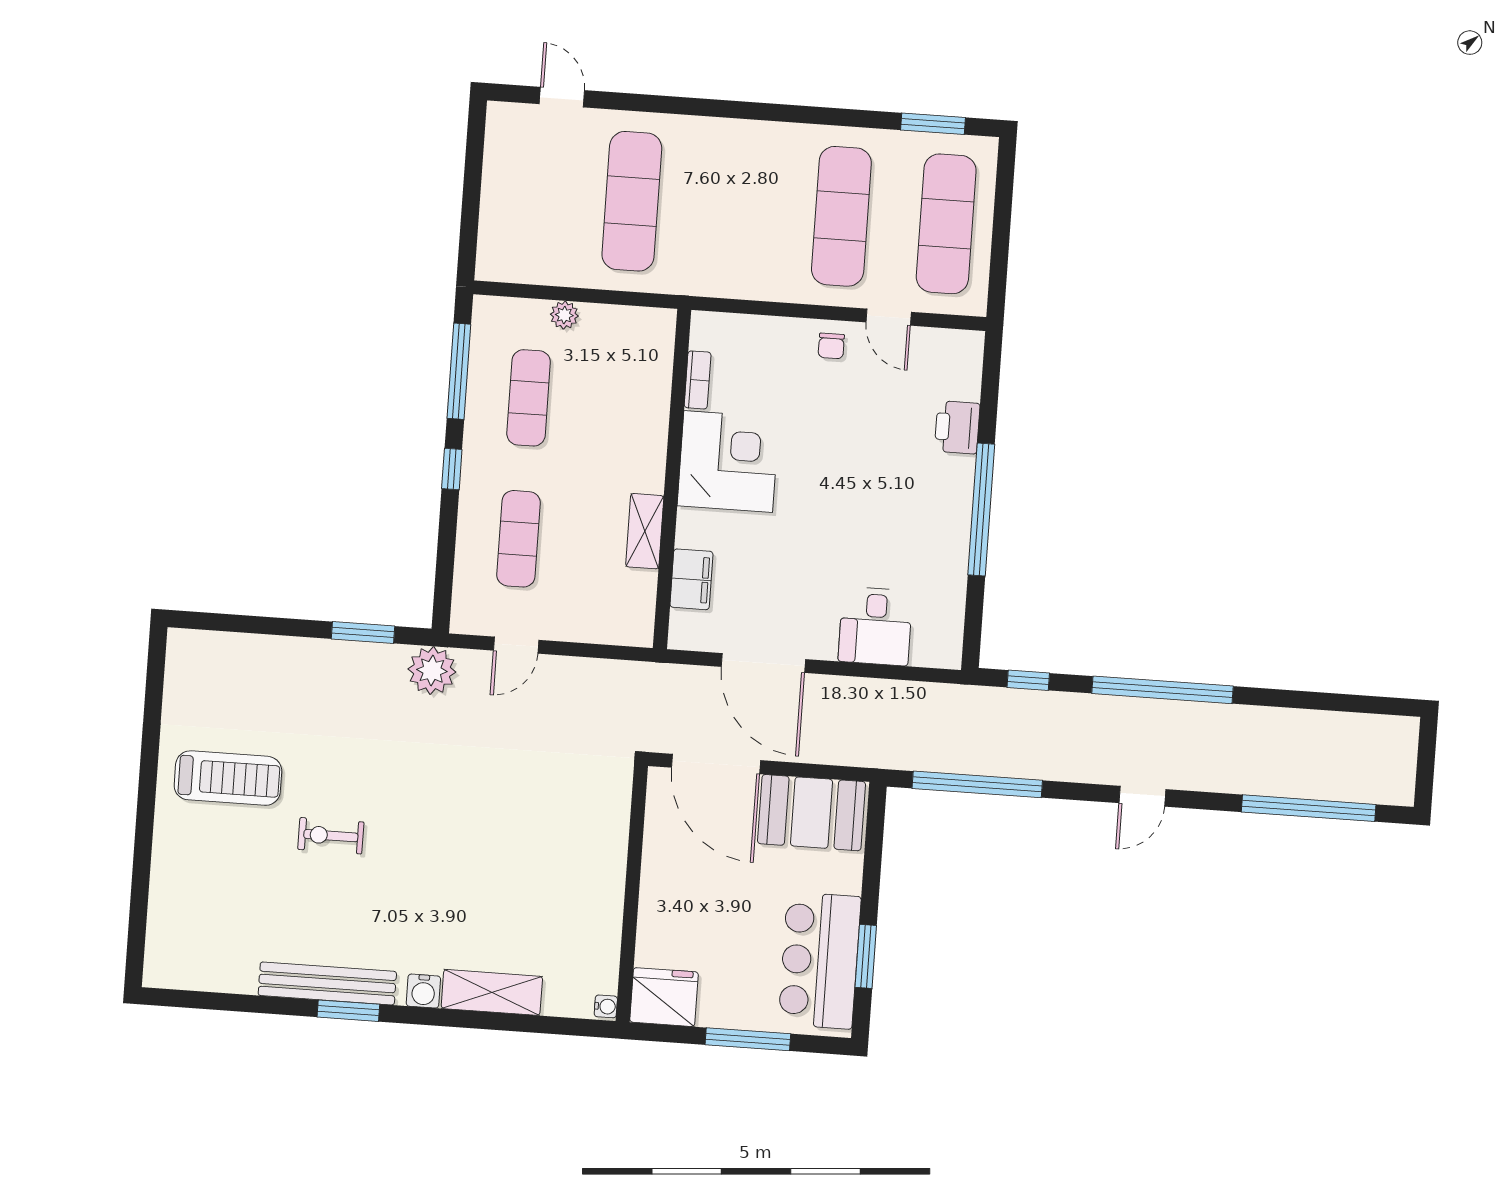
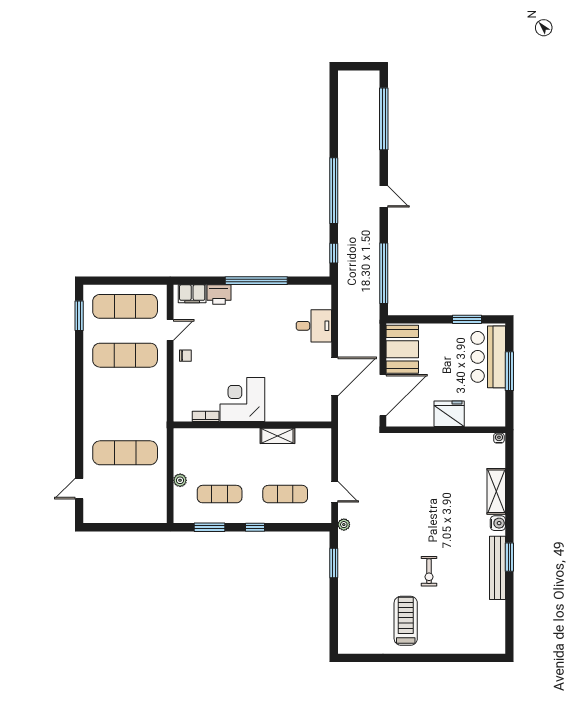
window: (459, 371) -> (209, 527), width x0.69
filing cabinet: (691, 579) -> (192, 294), moved, turned 180
plant: (432, 671) -> (344, 525), width x0.53, depth x0.53
bar counter: (820, 960) -> (488, 357), moved, turned 90
fridge: (664, 997) -> (449, 414), moved, turned 90

